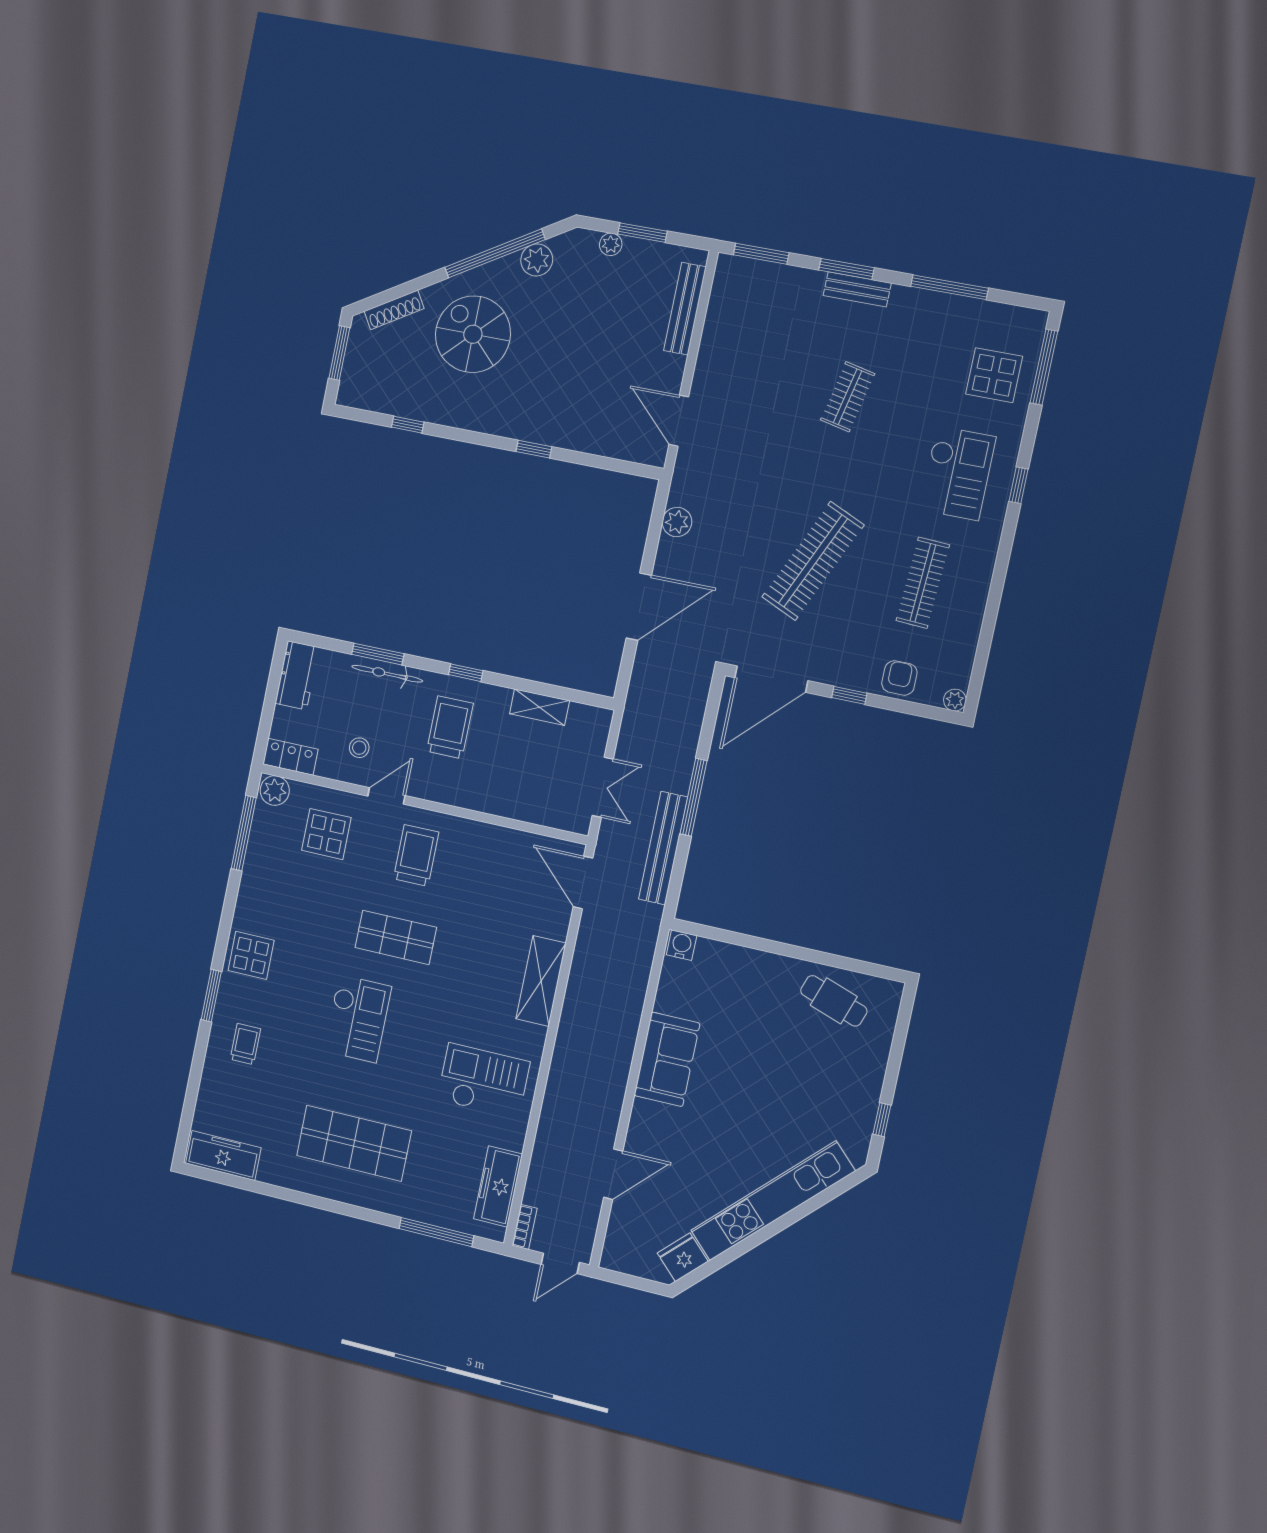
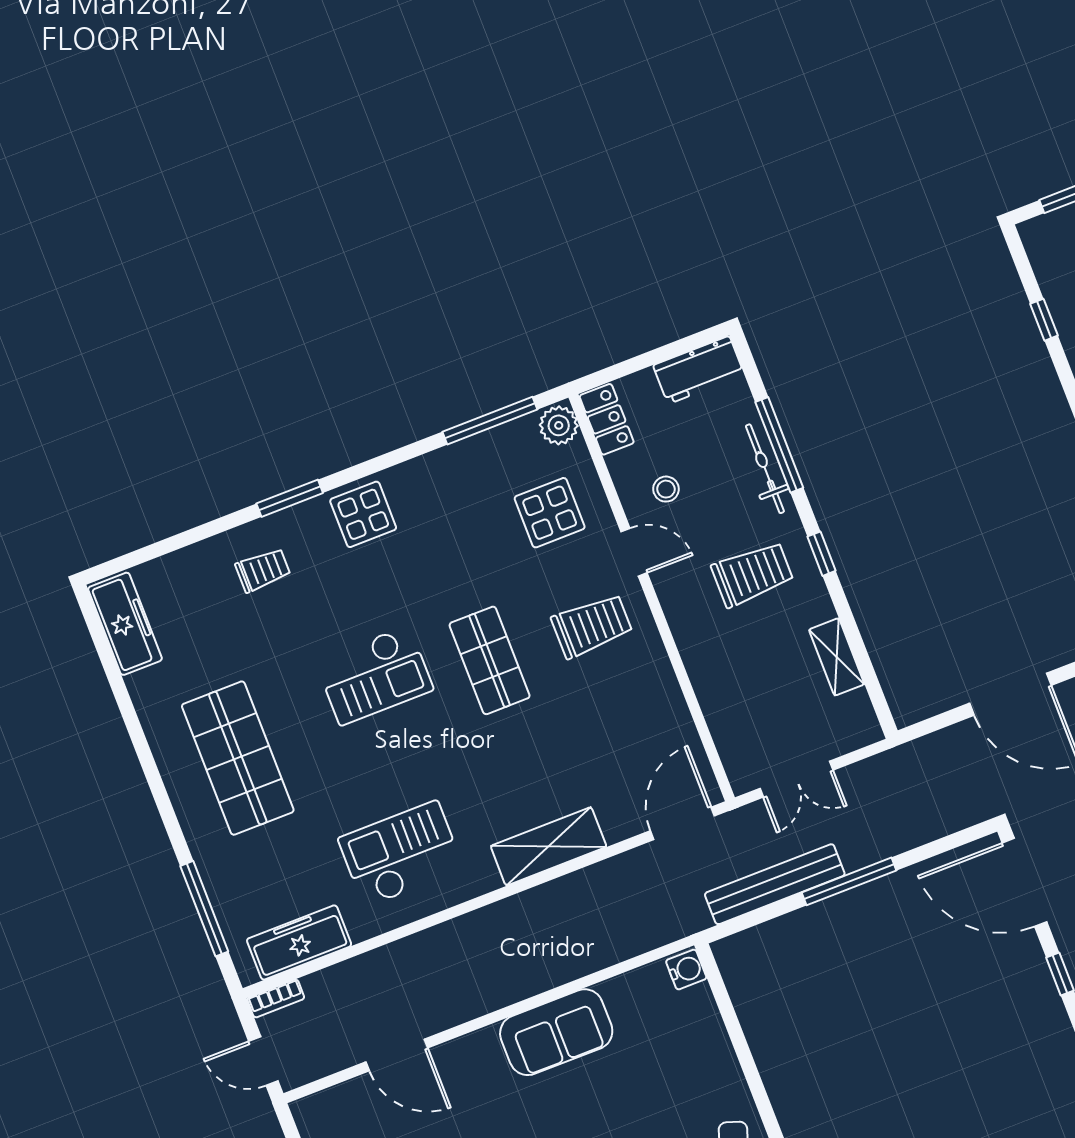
window: (378, 654) -> (779, 445), width x1.44
checkout: (483, 1081) -> (401, 854), turned -90

